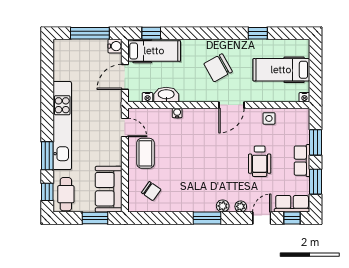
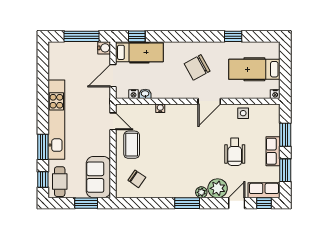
washbasin: (166, 95) -> (145, 94), width x0.52, depth x0.69
plant: (241, 206) -> (218, 188), width x1.87, depth x1.87

